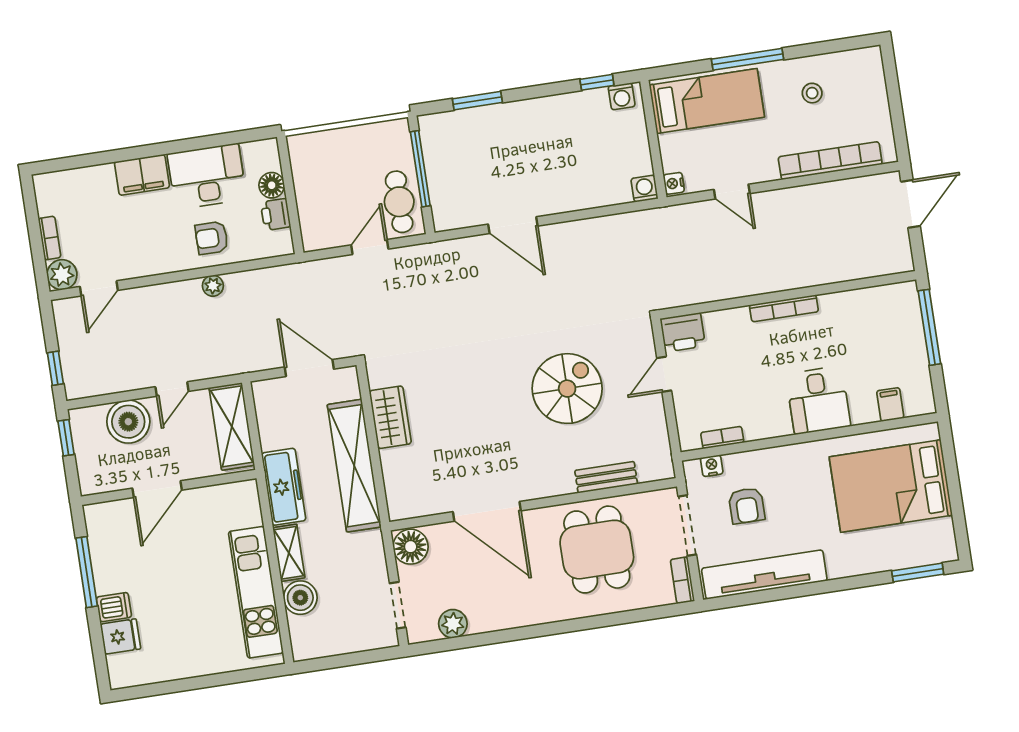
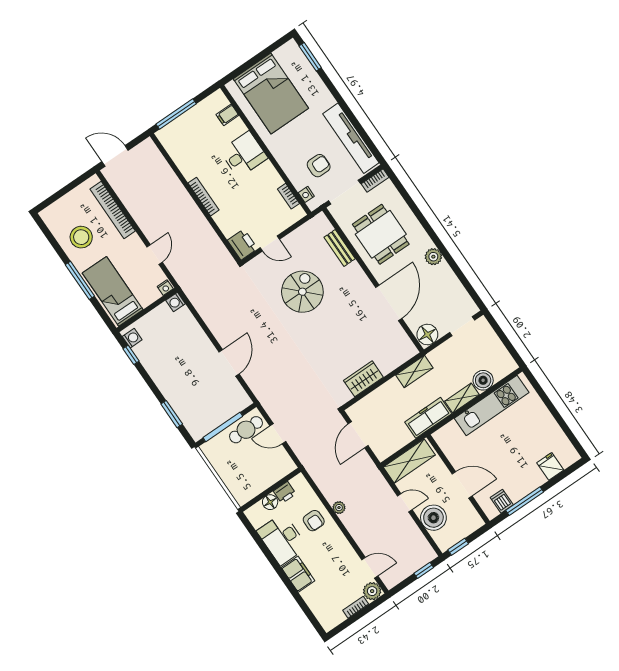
stool: (812, 93) -> (81, 237), width x1.89, depth x1.89
spiral stairs: (567, 389) -> (302, 292), turned 90
shelving: (354, 466) -> (414, 372), width x0.45, depth x0.75
dining table: (597, 550) -> (381, 234), turned 90
dishwasher: (114, 607) -> (502, 501), moved
plant: (453, 624) -> (433, 257), moved

